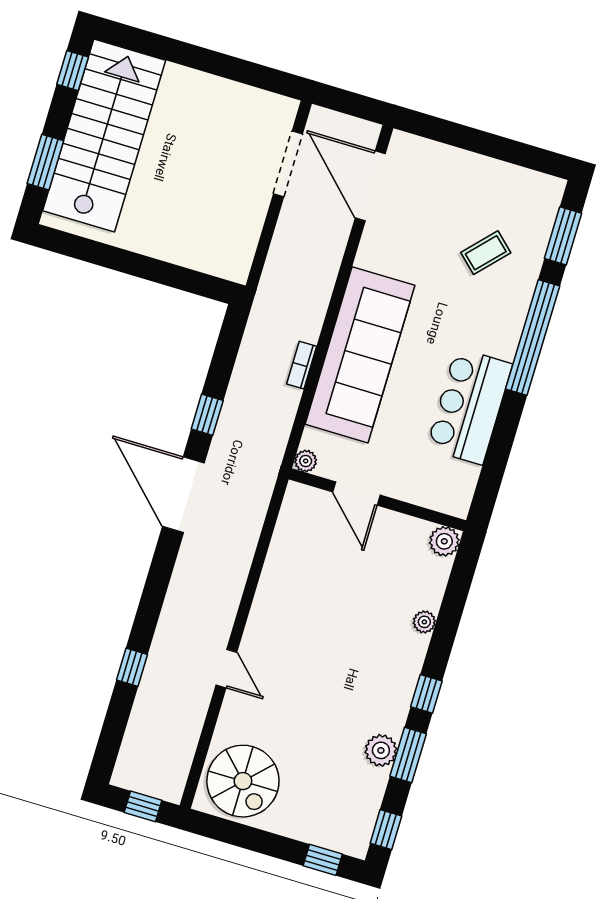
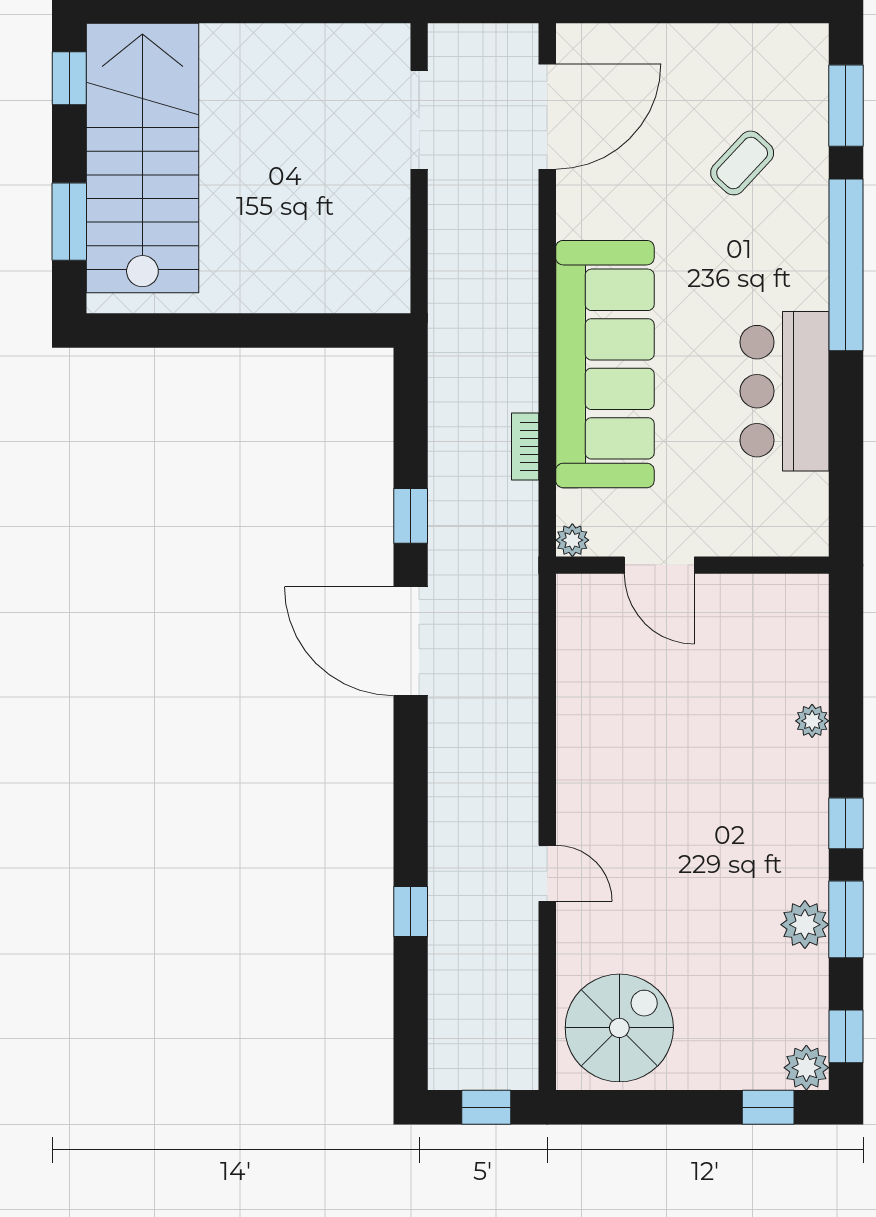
door: (370, 186) -> (547, 116), swing flipped
bookcase: (302, 365) -> (525, 446), moved
plant: (444, 541) -> (806, 1068), moved
spiral stairs: (243, 781) -> (619, 1028), turned -90

